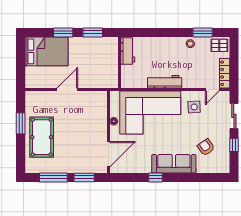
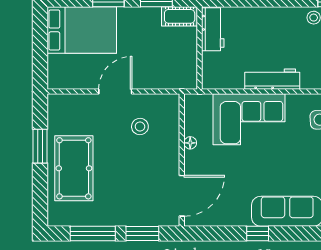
cot: (107, 43) -> (180, 16), added
stool: (83, 111) -> (140, 126), added
corner sofa: (150, 112) -> (249, 119), width x0.73, depth x0.74

